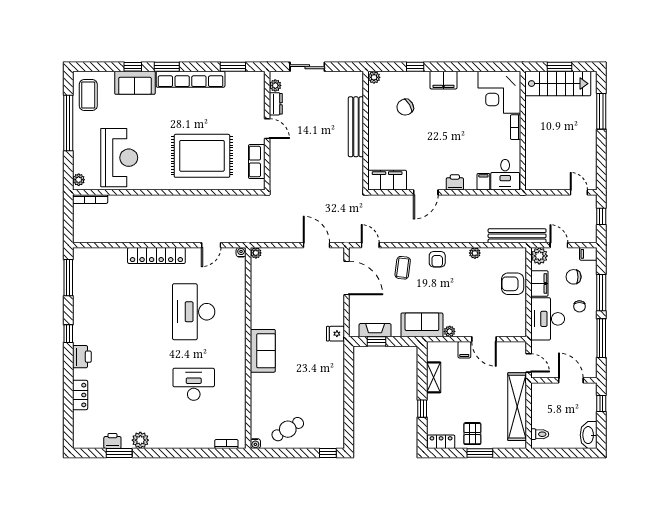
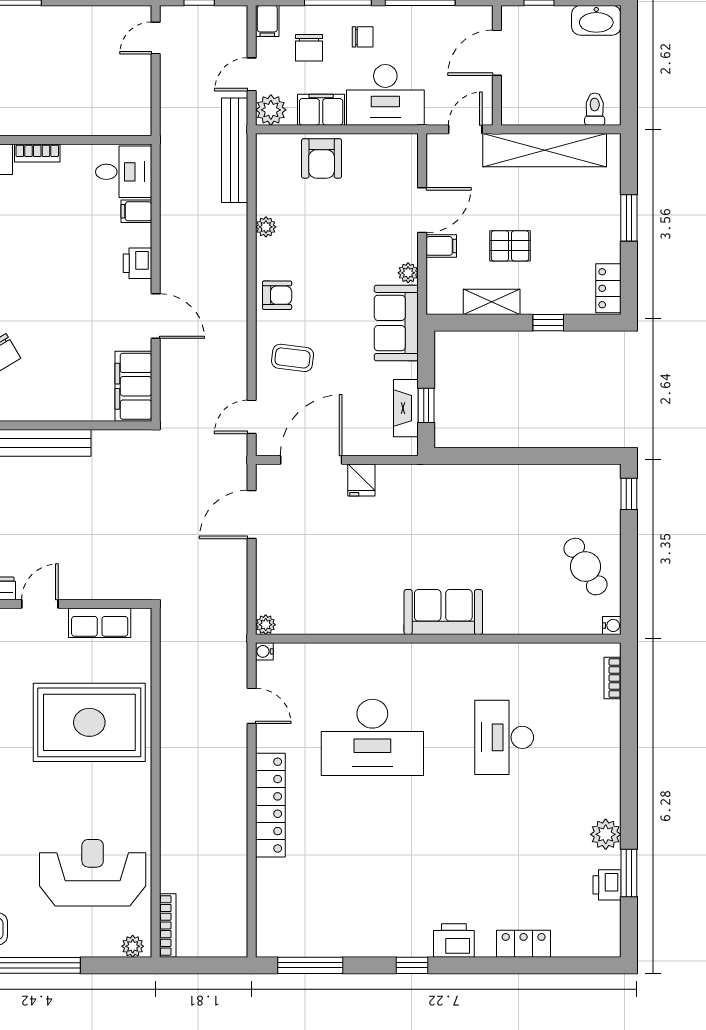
rug: (202, 156) -> (89, 722), turned 90
fridge: (335, 334) -> (361, 480), moved
pallet: (472, 434) -> (510, 246), moved

